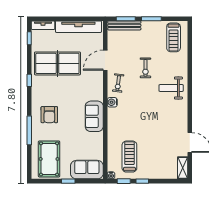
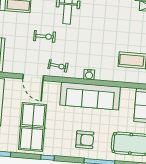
water cooler: (112, 102) -> (89, 75), moved
sofa: (94, 116) -> (90, 96), width x1.85, depth x1.27

